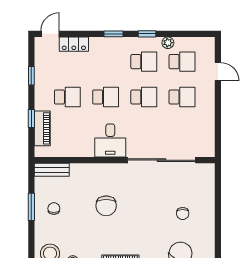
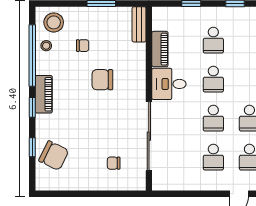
piano: (42, 128) -> (160, 49), moved, turned -90
chair: (54, 209) -> (83, 46), moved
chair: (183, 214) -> (114, 163), moved

